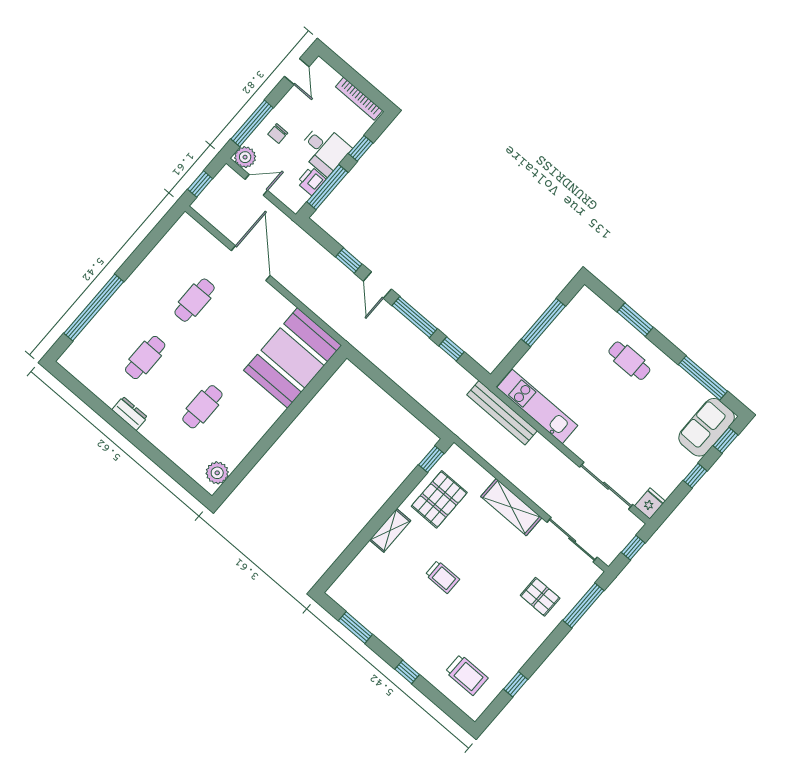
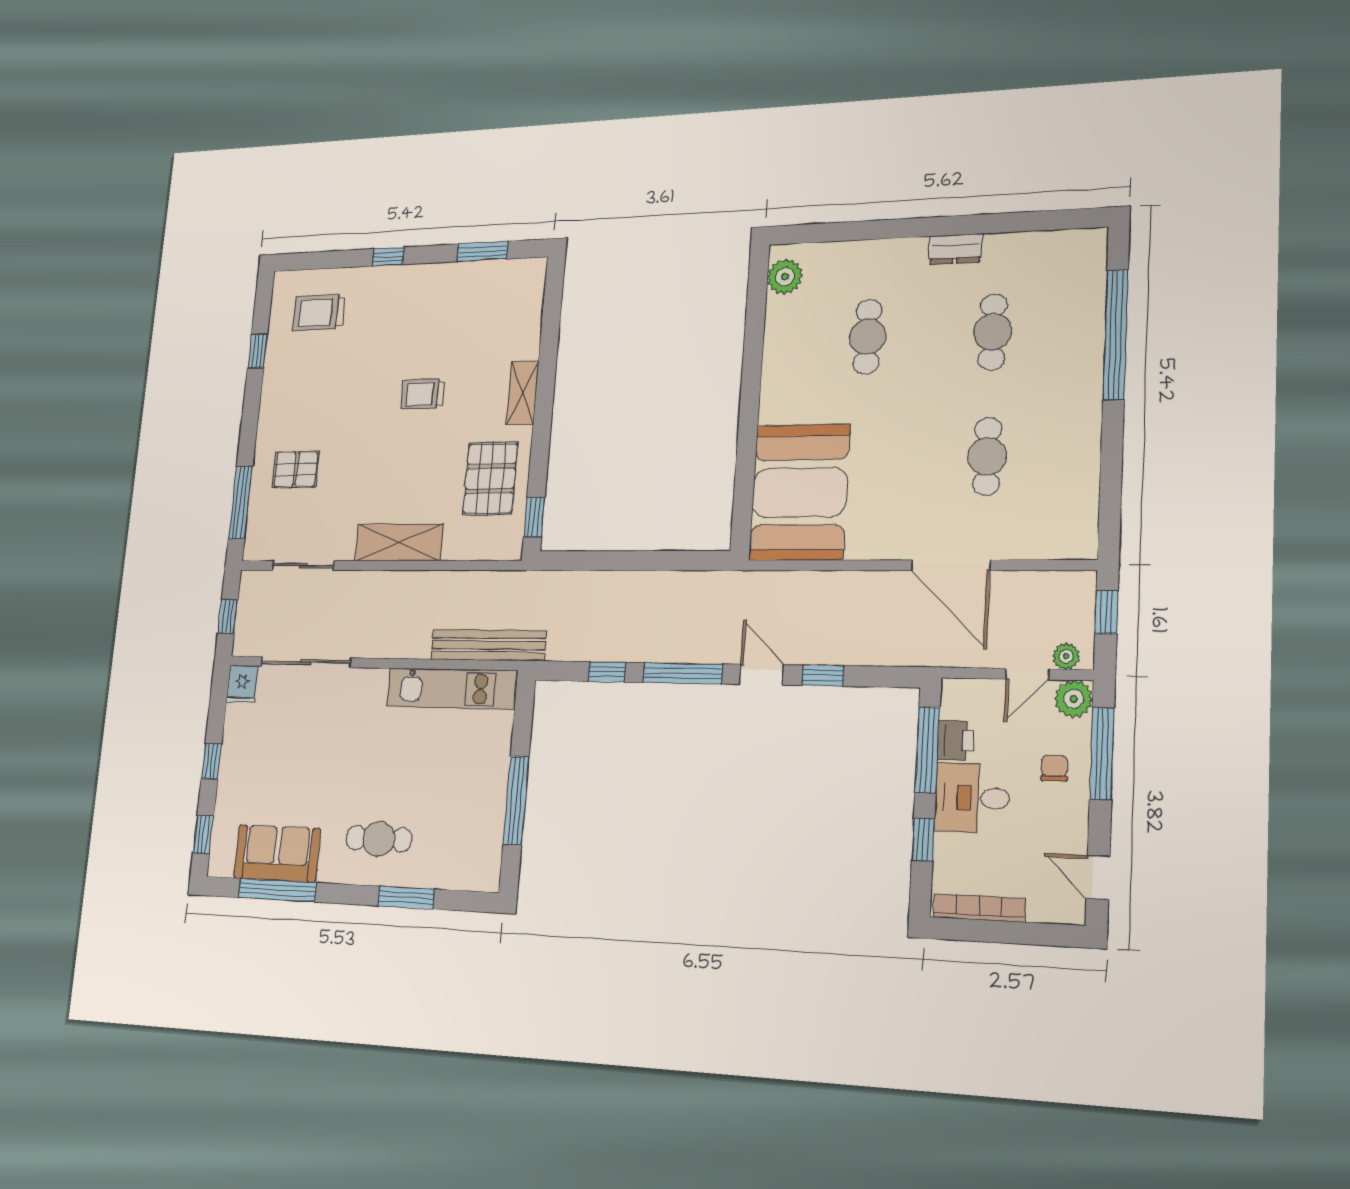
plant: (233, 179) -> (1066, 656), added
sofa: (707, 427) -> (277, 853), moved, turned -90
sliding door: (572, 540) -> (303, 566), width x0.73

